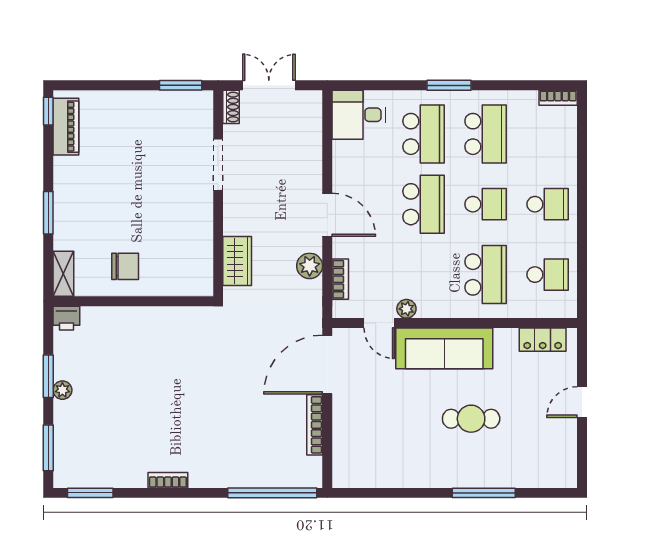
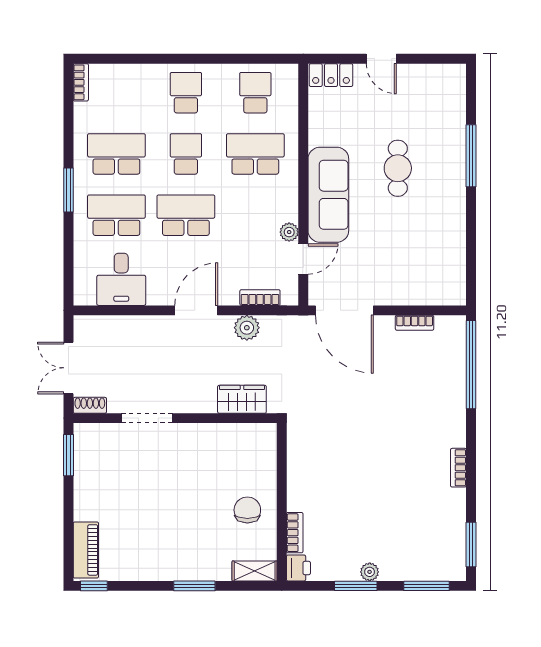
desk: (359, 115) -> (121, 279), moved
piano: (66, 127) -> (86, 550), moved, turned 90
bookcase: (102, 314) -> (295, 533), added
locker: (543, 340) -> (331, 75), moved, turned 90
bookcase: (315, 425) -> (415, 323), width x0.64

